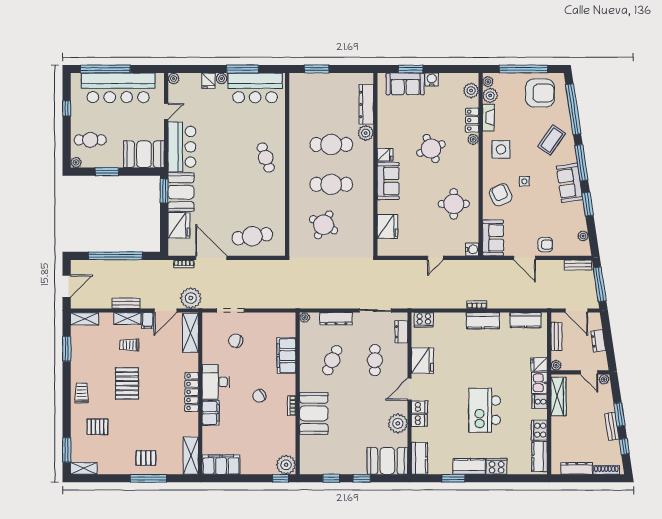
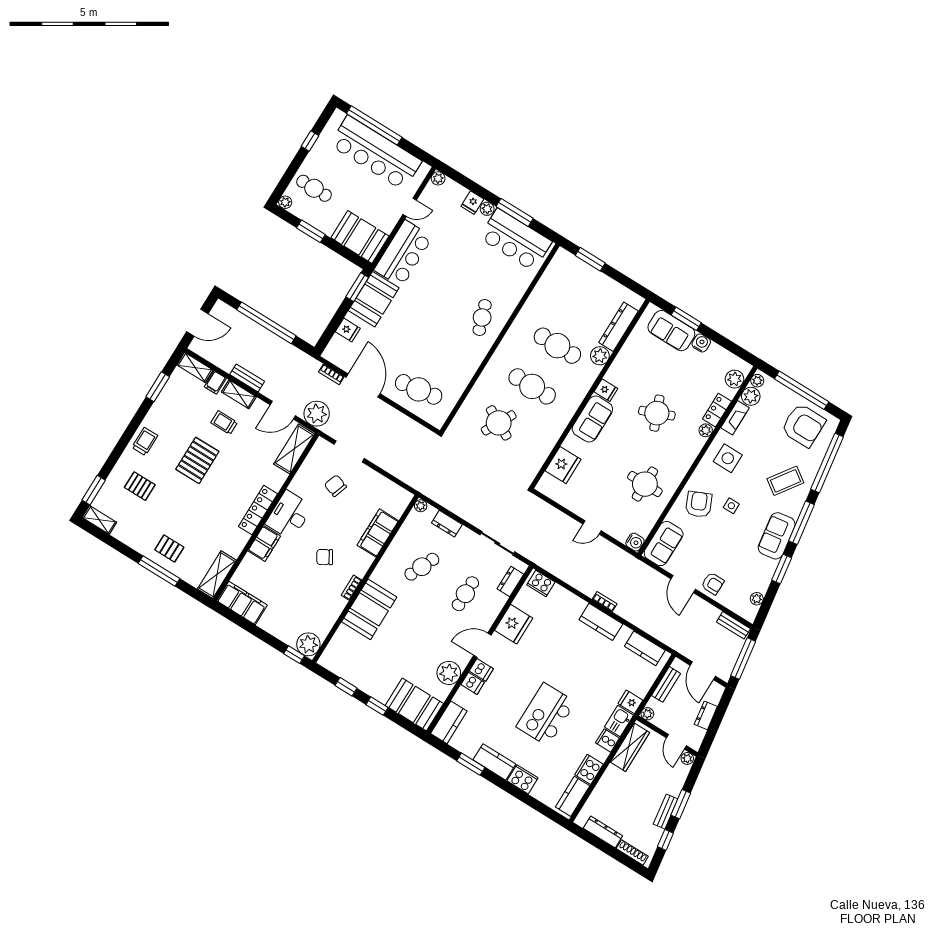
fridge: (179, 225) -> (348, 330), width x0.53, depth x0.75
dresser: (336, 319) -> (447, 524), width x0.70
filing cabinet: (148, 320) -> (215, 382), moved

